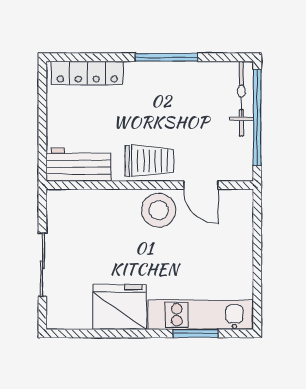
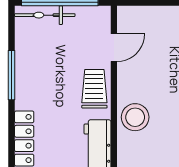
stool: (159, 210) -> (135, 117), moved

